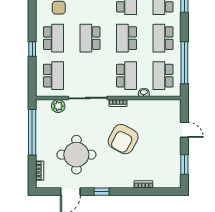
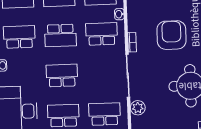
school desk: (90, 38) -> (62, 76), turned 180
armchair: (123, 139) -> (171, 35), turned -118

